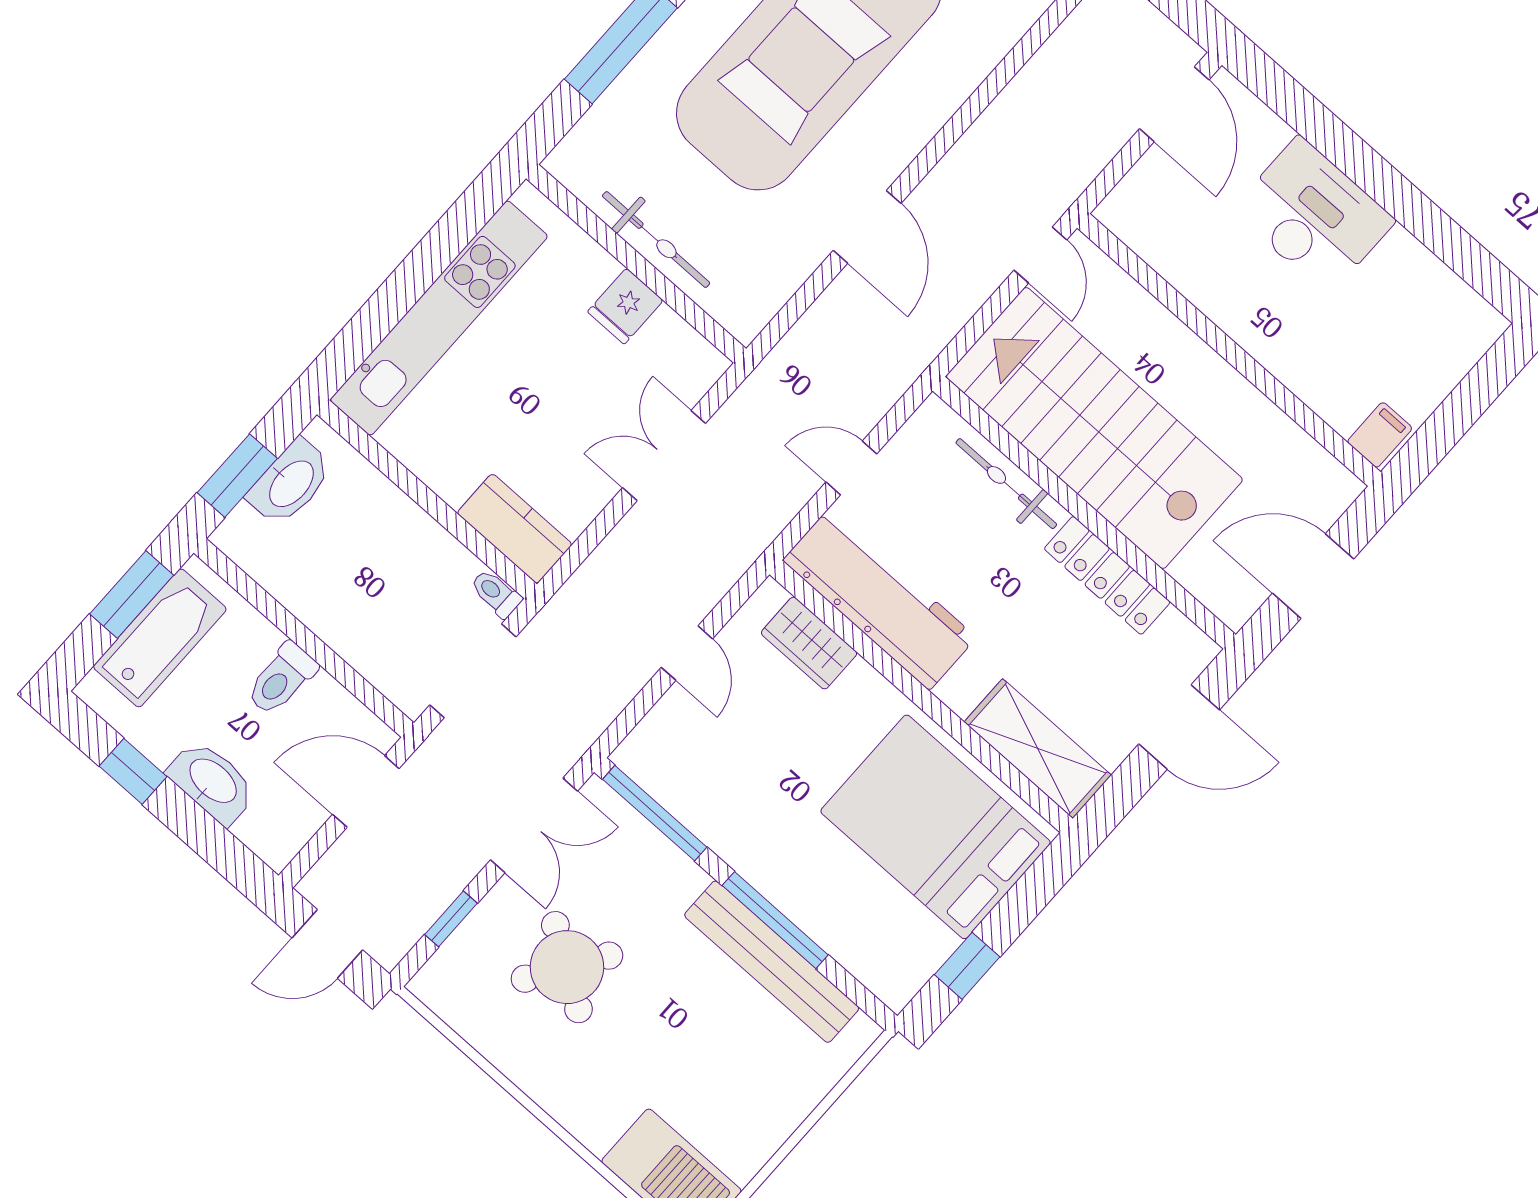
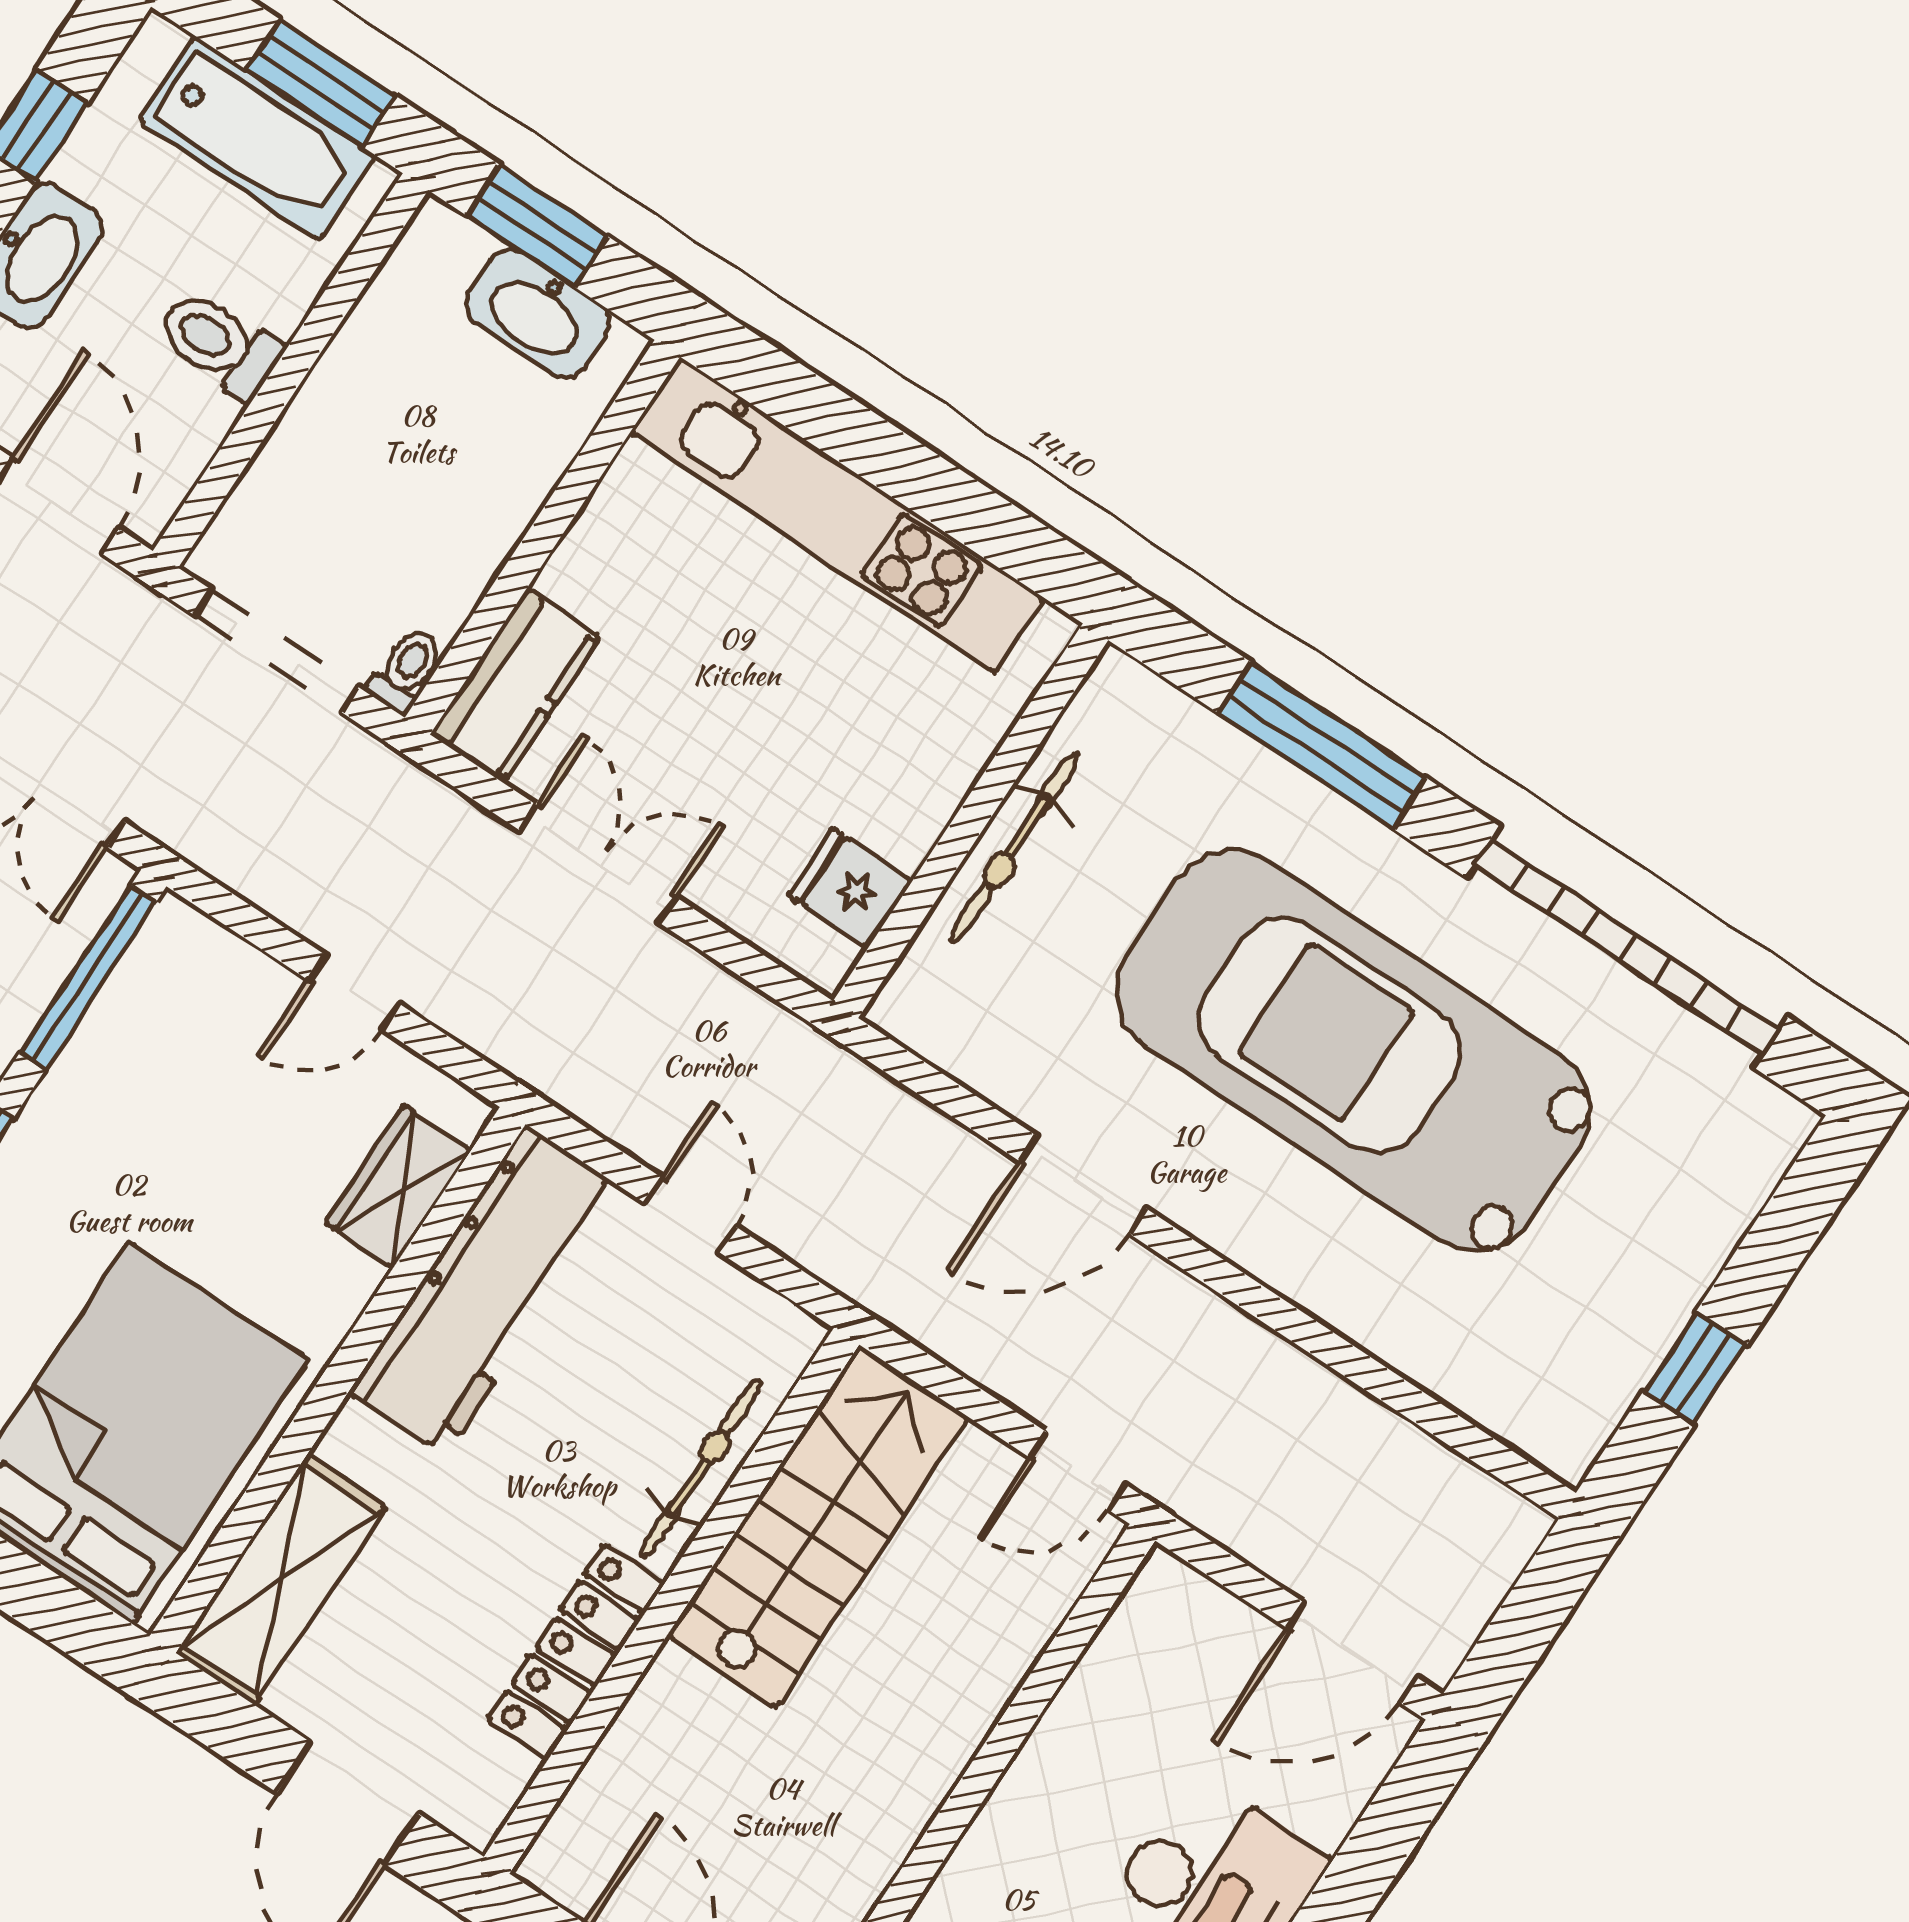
fridge: (625, 306) -> (850, 888), moved
stairs: (1094, 428) -> (818, 1526), width x0.73, depth x0.66
double door: (664, 456) -> (598, 864), moved

